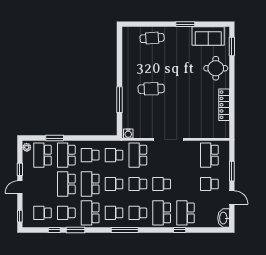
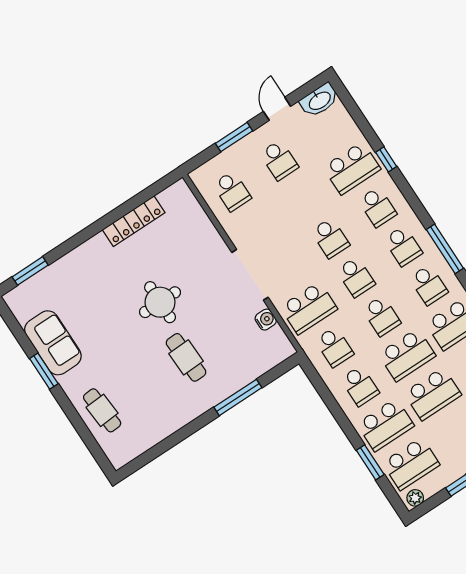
sofa: (208, 36) -> (53, 343), moved
round table: (216, 68) -> (160, 302), moved
water cooler: (128, 134) -> (266, 320), moved
school desk: (209, 155) -> (232, 191), width x0.54
school desk: (162, 213) -> (377, 207), width x0.54

